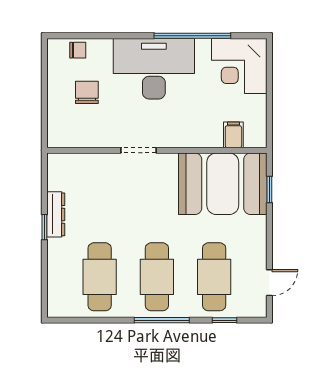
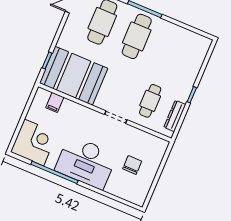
chair: (78, 50) -> (127, 193), removed
chair: (87, 92) -> (132, 165), turned 180
dresser: (56, 214) -> (175, 116), moved
cafe table: (100, 277) -> (150, 101), moved, width x0.73, depth x0.74

